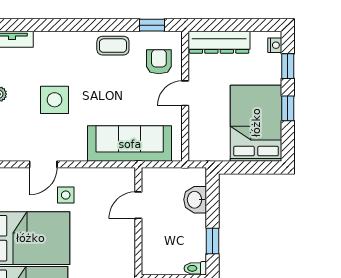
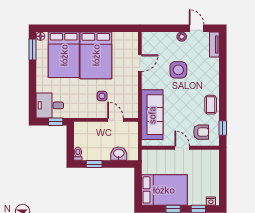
dresser: (219, 42) -> (213, 168), removed
door: (43, 164) -> (140, 63), swing flipped
side table: (66, 195) -> (102, 96), moved

